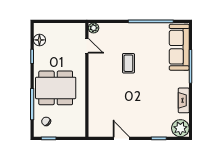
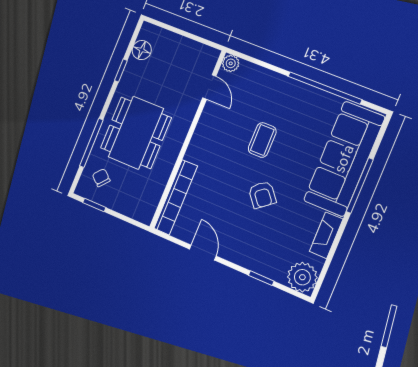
sofa: (179, 47) -> (344, 159), width x1.36, depth x1.27
dining table: (56, 88) -> (136, 133), turned 90
armchair: (141, 93) -> (262, 195), added
bookcase: (93, 114) -> (176, 197), added

